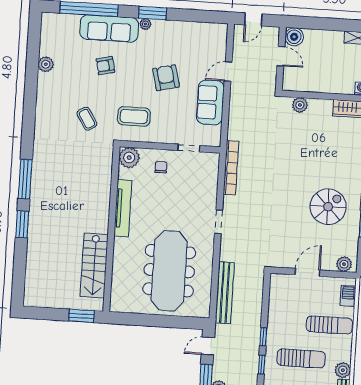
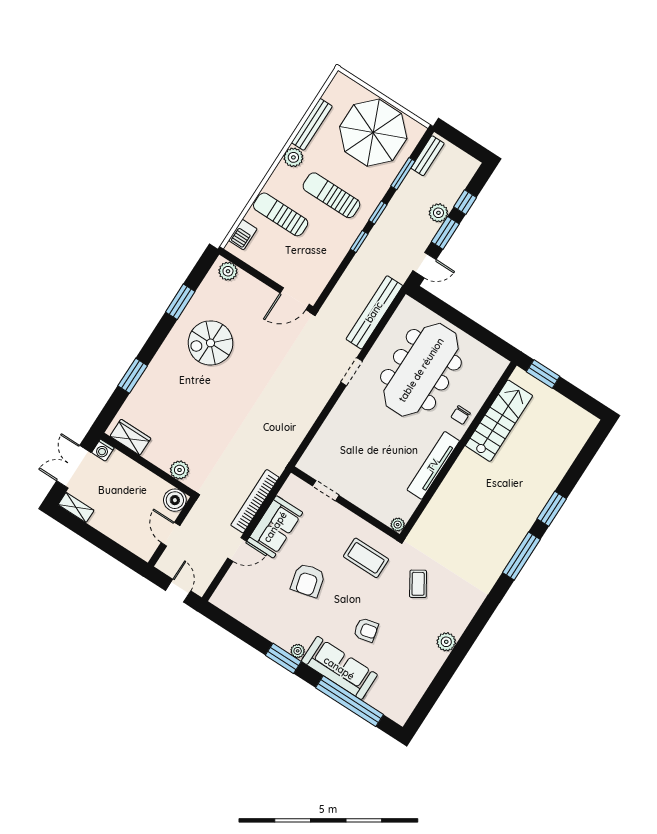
door: (253, 19) -> (178, 591), hinge flipped
boiler: (294, 37) -> (175, 500), moved
plant: (46, 64) -> (446, 642), moved
plant: (129, 158) -> (398, 525), width x0.53, depth x0.53
chair: (161, 167) -> (461, 415), moved
bookcase: (231, 168) -> (255, 501), moved
doorway: (219, 222) -> (352, 372), moved
door: (308, 272) -> (295, 299), moved

